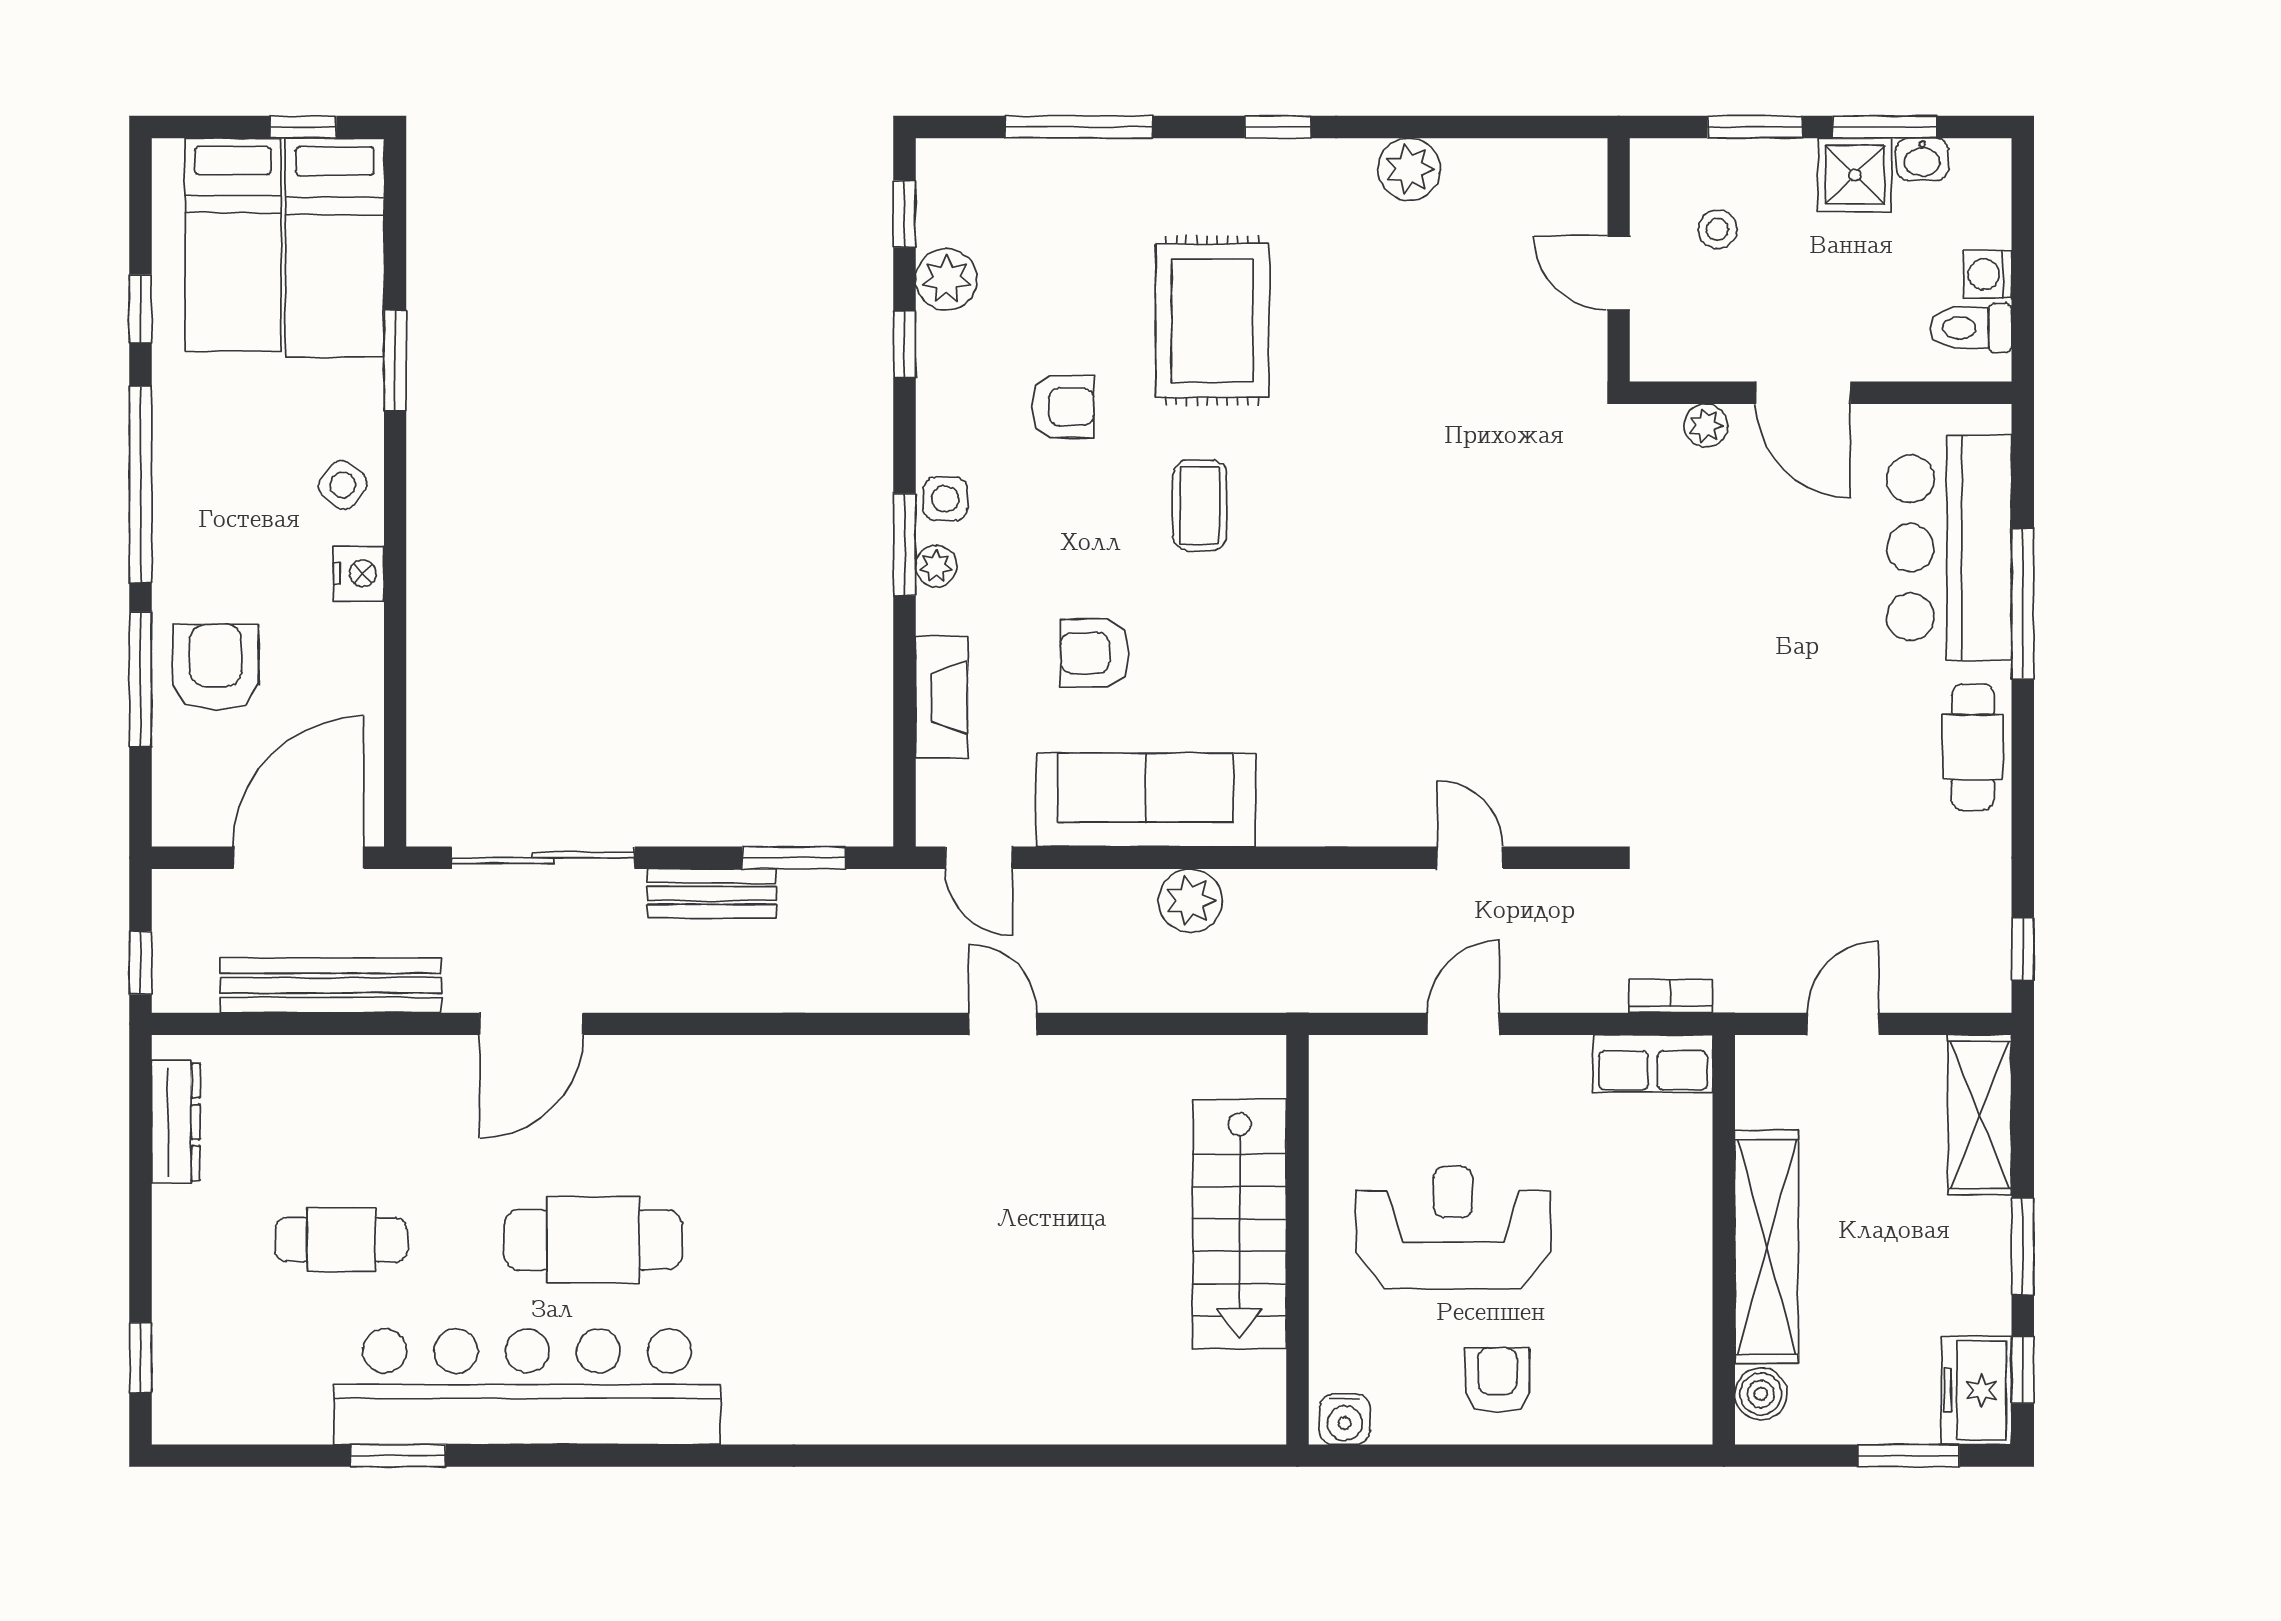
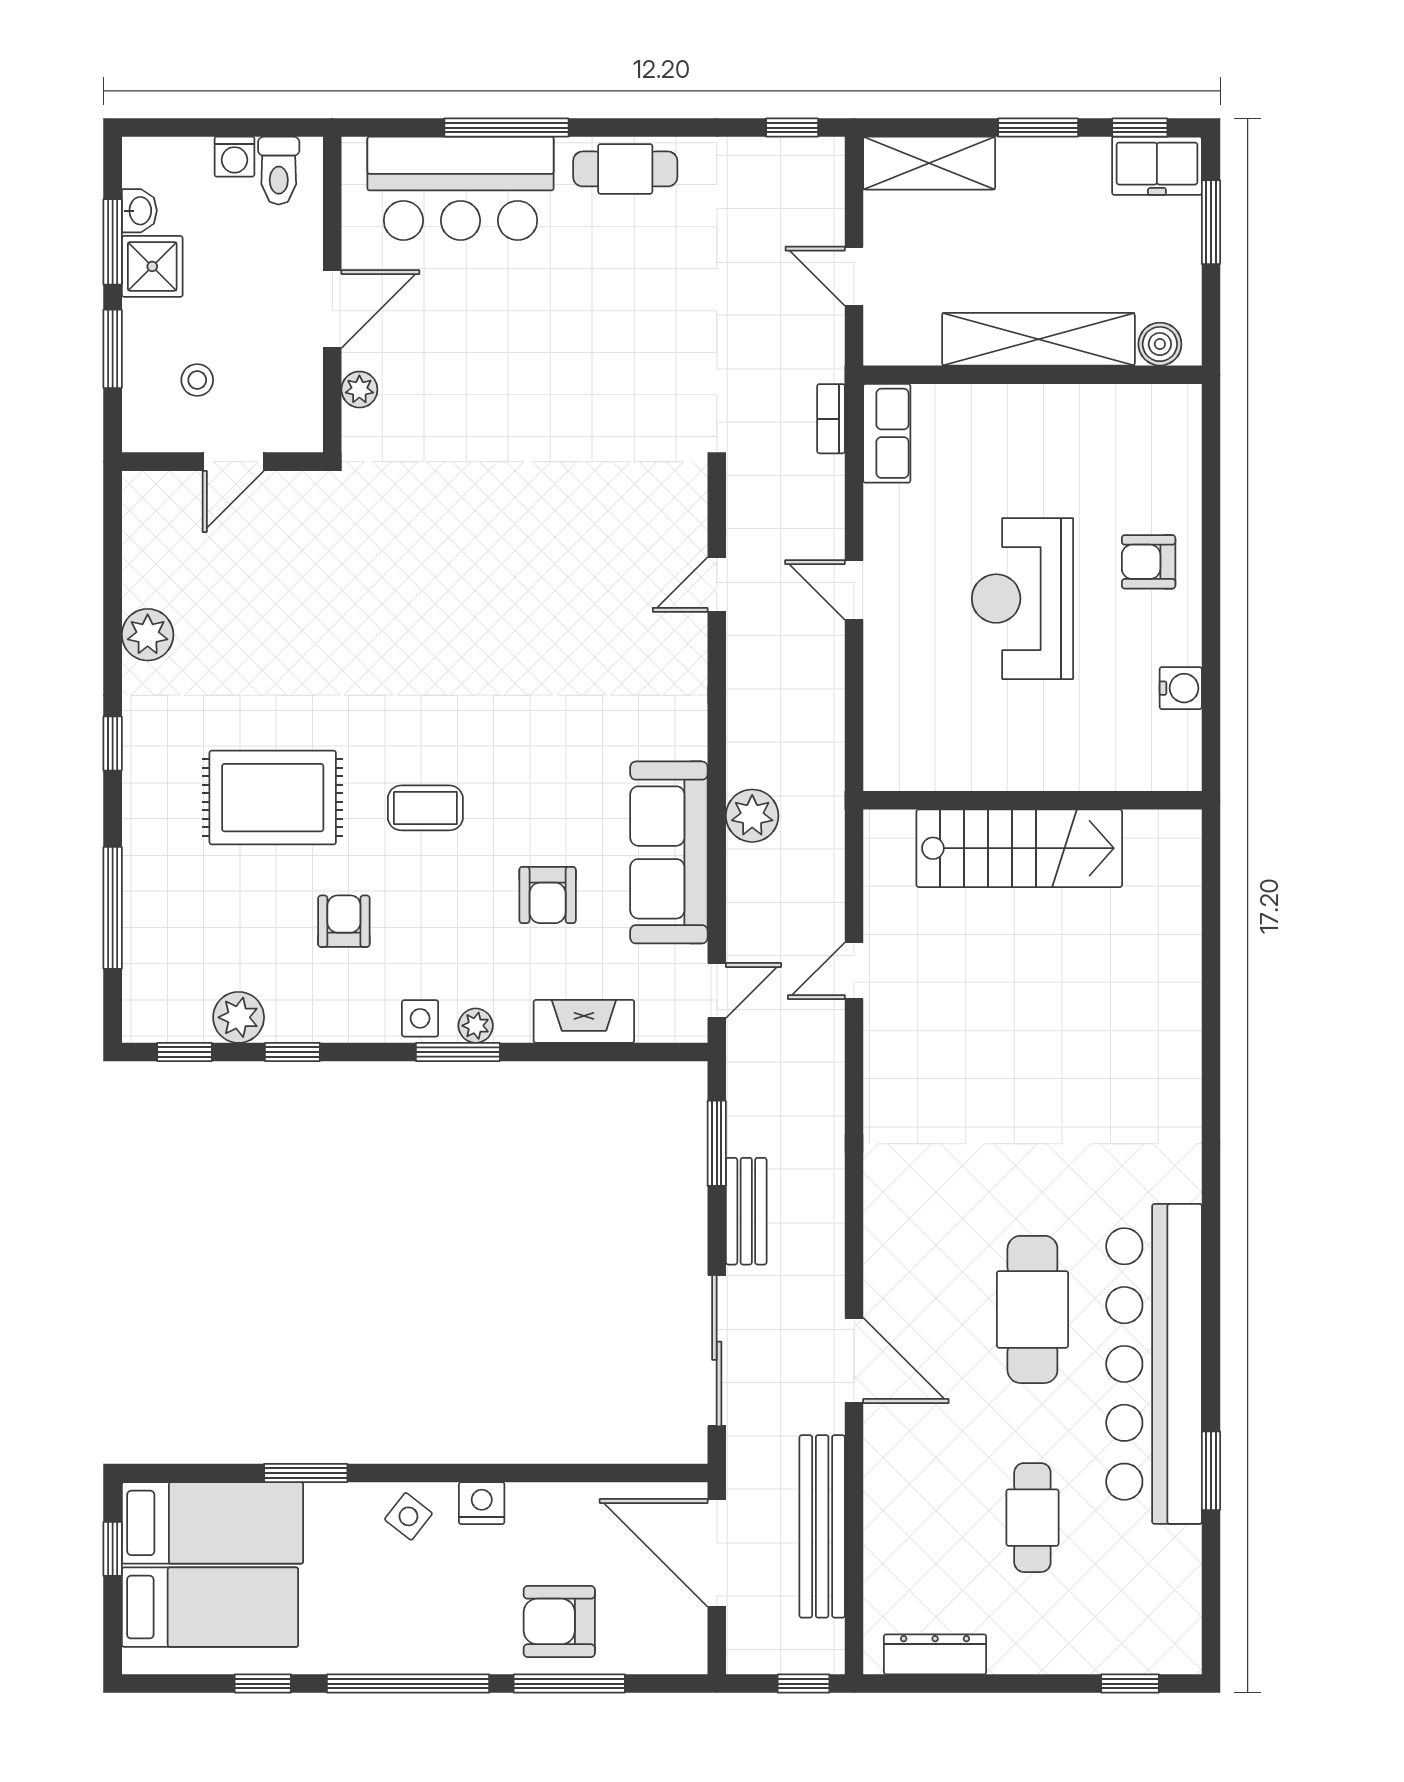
stairs: (1240, 1224) -> (1019, 848), moved
wall: (1298, 1240) -> (1032, 800), moved

